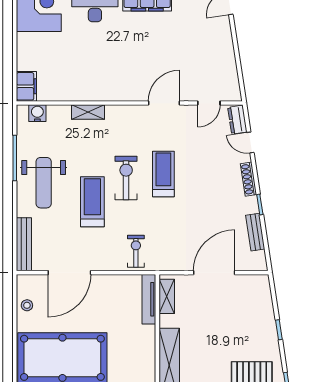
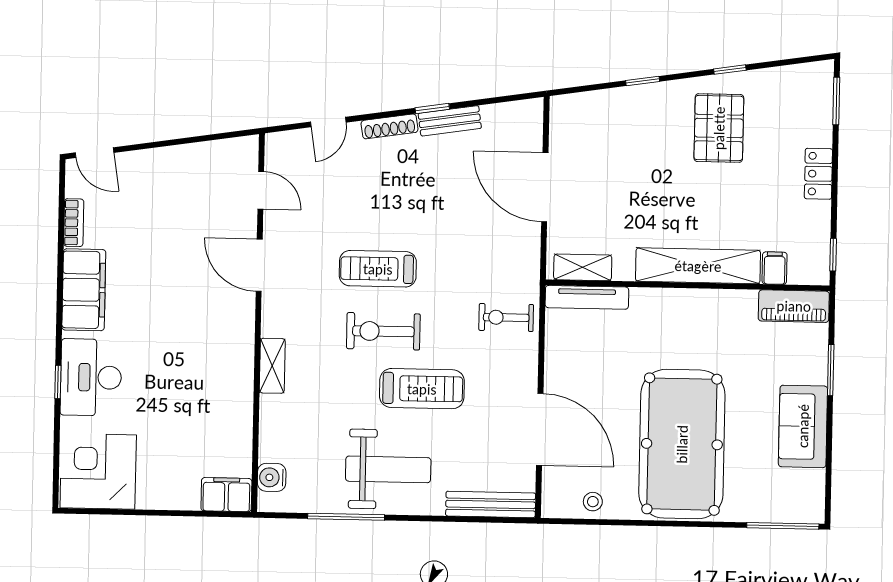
shelving: (88, 112) -> (272, 366), moved
dresser: (237, 120) -> (290, 143), removed
treadmill: (92, 202) -> (422, 389), turned 180
bench: (255, 232) -> (450, 121), moved

